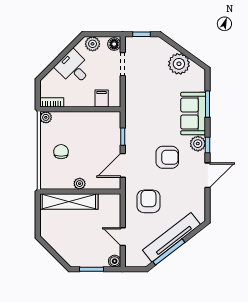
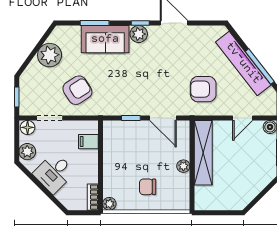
armchair: (167, 157) -> (77, 90), moved, turned 57
shelving: (69, 201) -> (203, 153), moved

